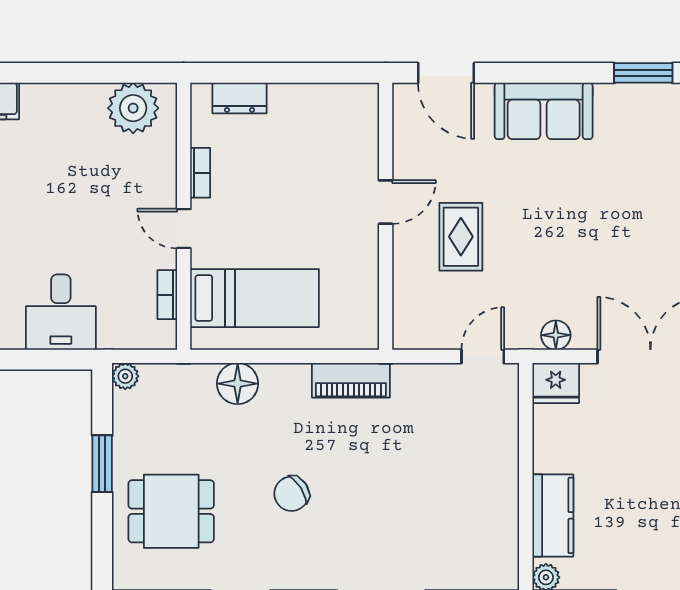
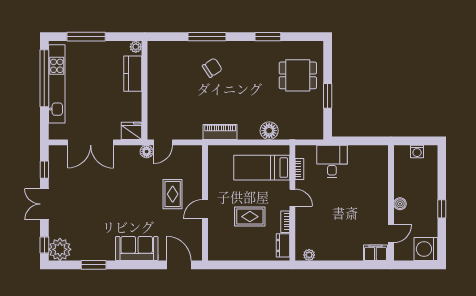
dresser: (240, 98) -> (283, 245), moved, turned -90
plant: (133, 108) -> (309, 255), width x0.53, depth x0.53
rug: (282, 185) -> (250, 217), added
desk: (61, 312) -> (332, 161), moved
floor lamp: (556, 335) -> (147, 152), moved
plant: (125, 376) -> (318, 134), removed
chair: (292, 494) -> (212, 68), moved

